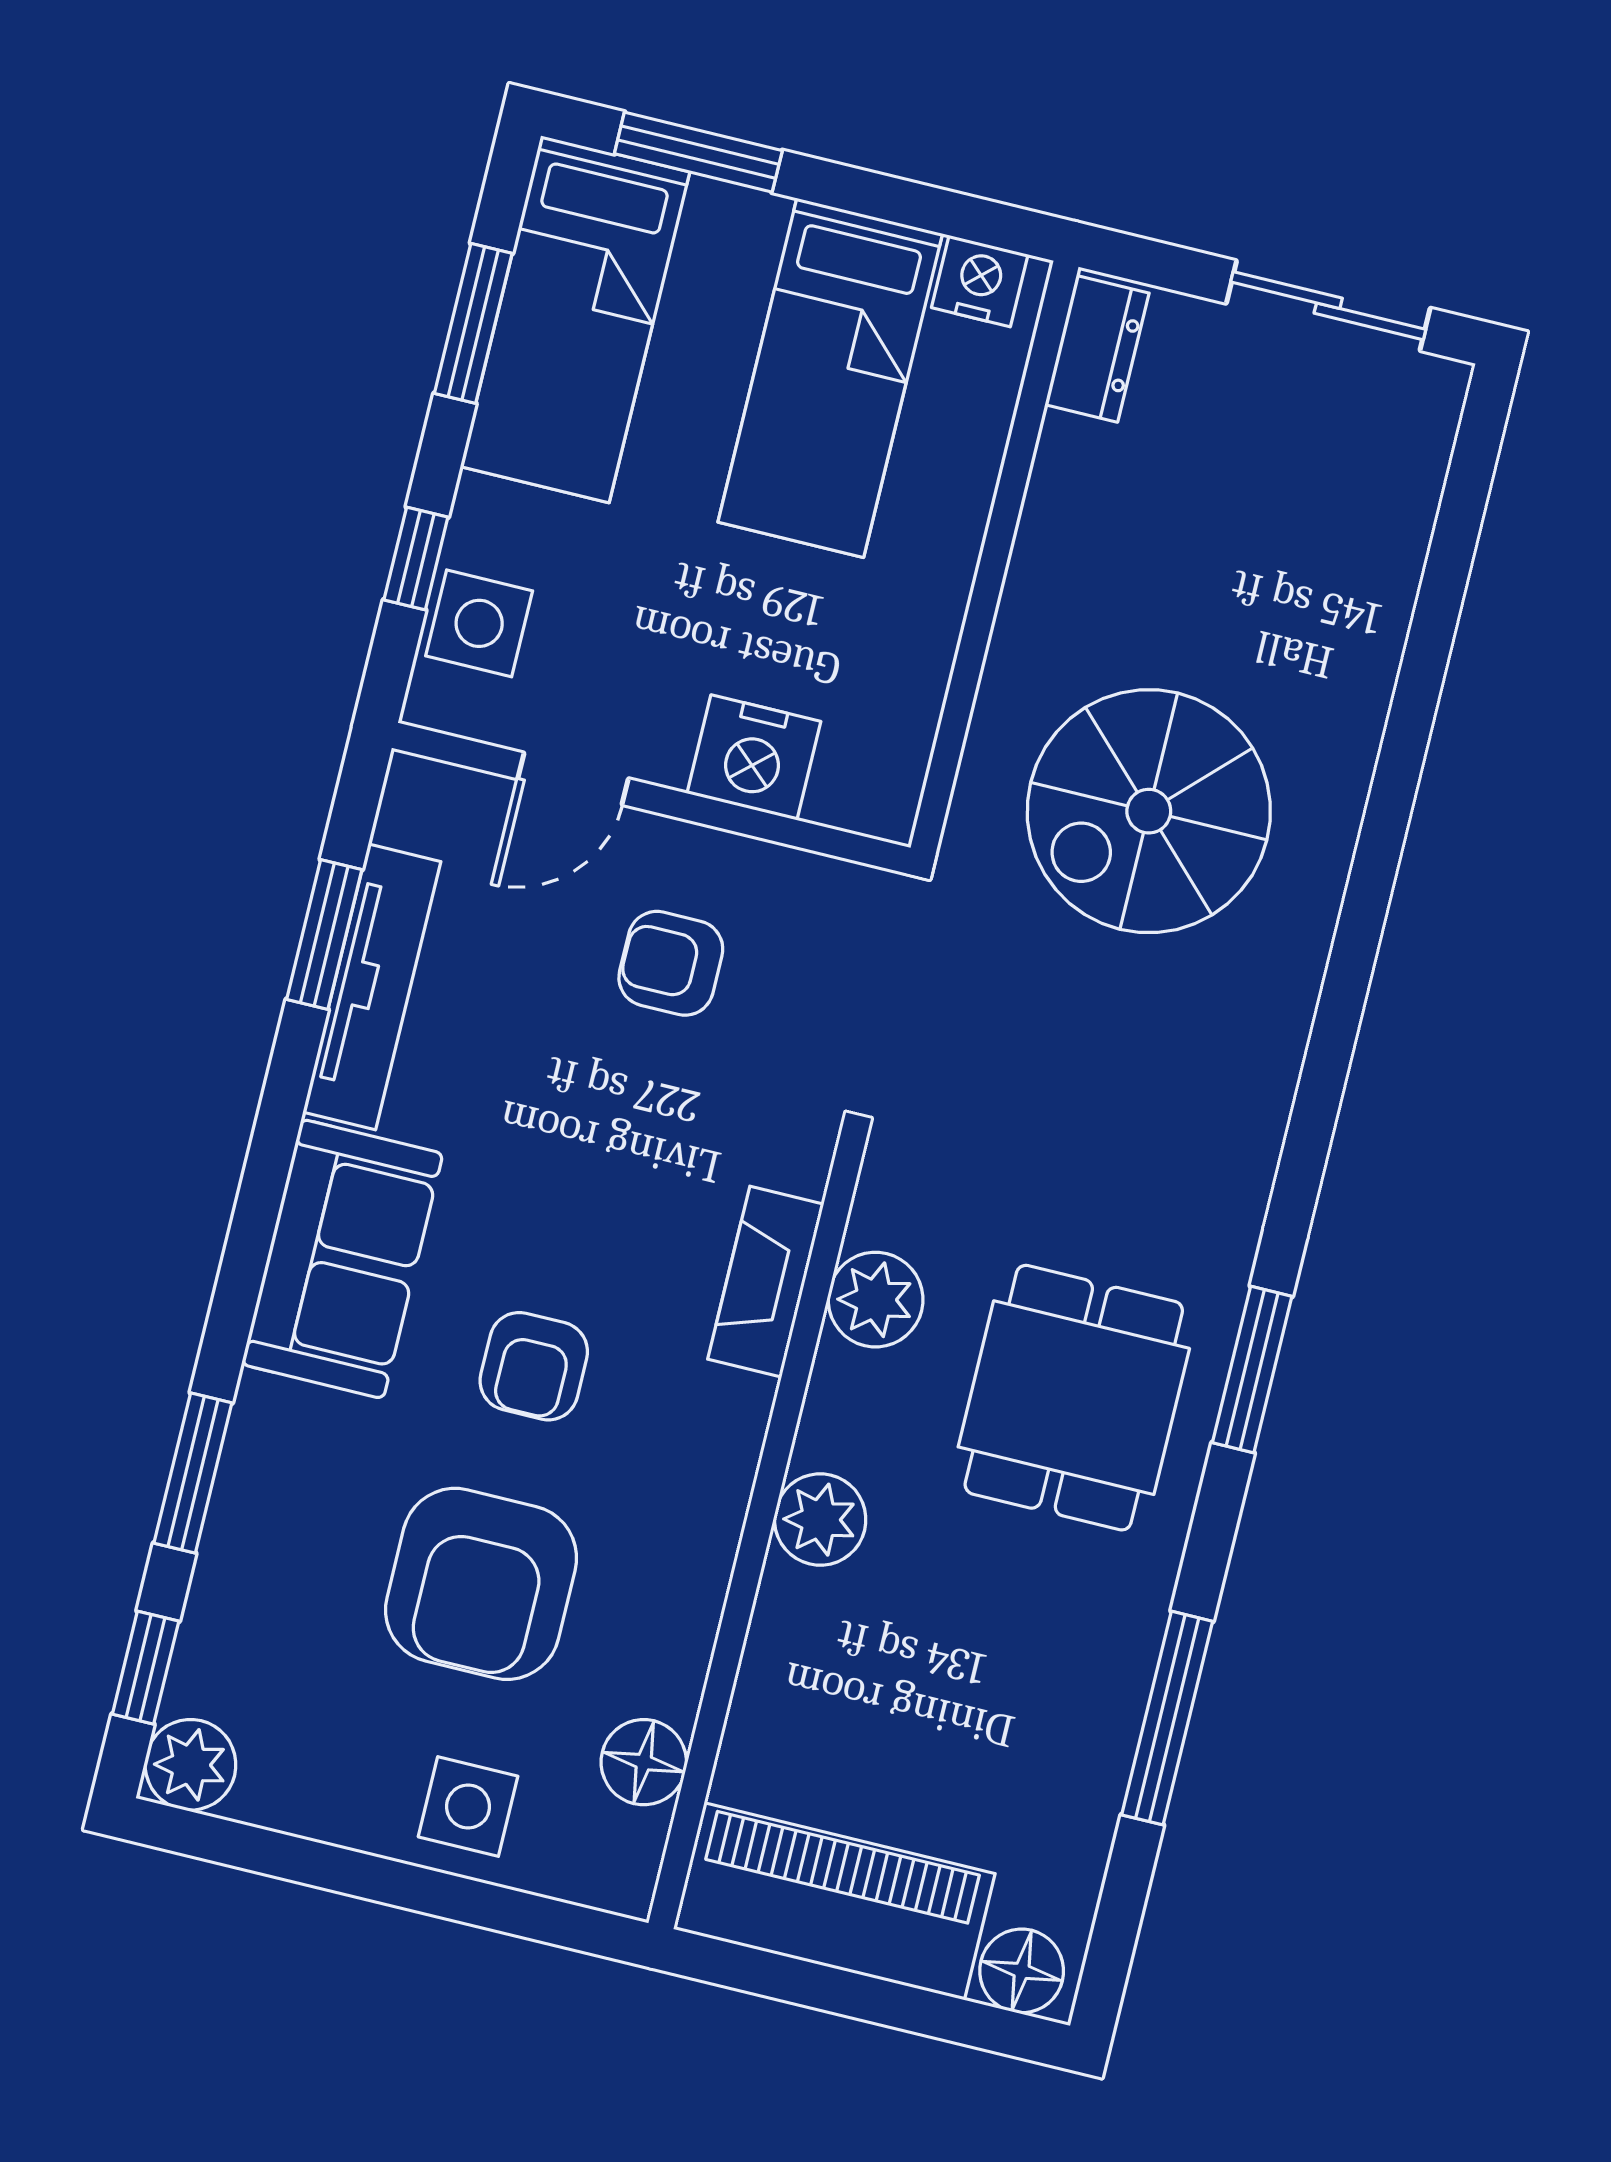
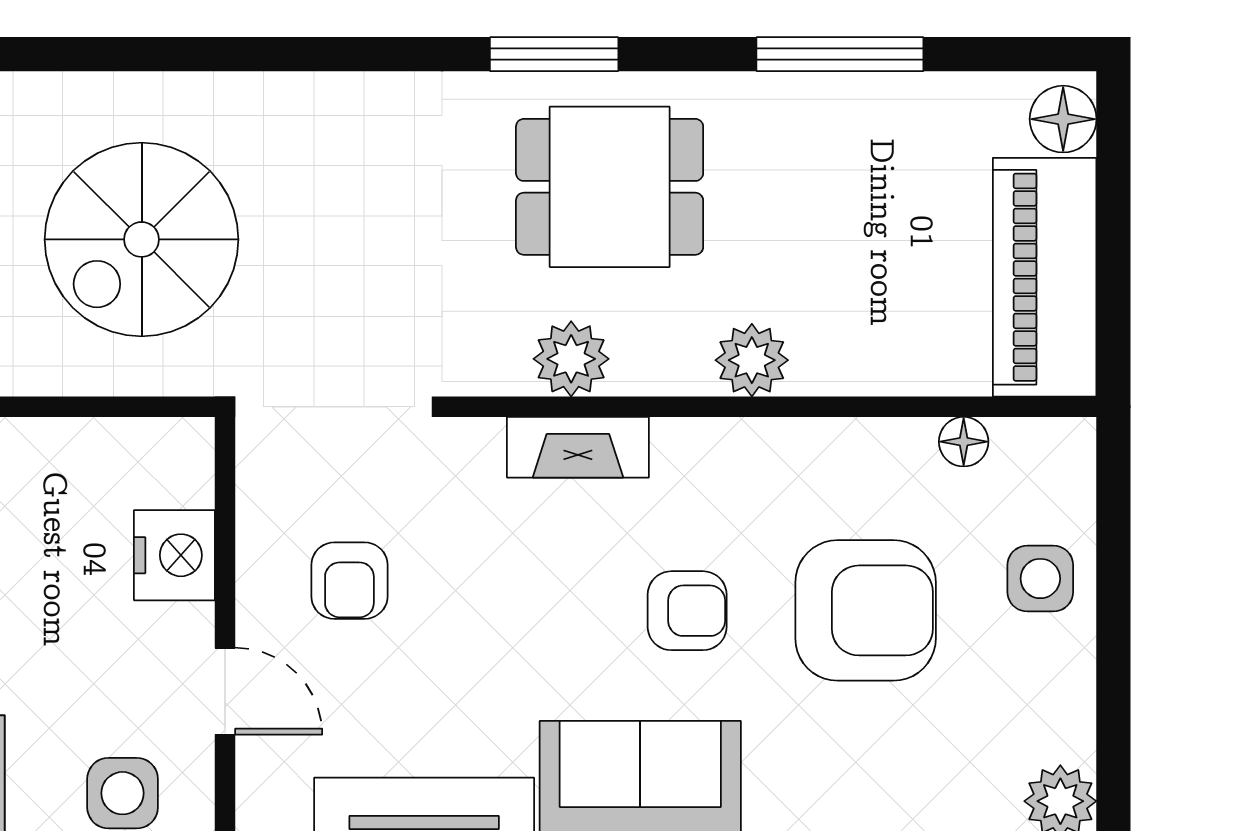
spiral stairs: (1149, 811) -> (142, 239), turned 90
floor lamp: (644, 1762) -> (964, 442), width x0.73, depth x0.73

